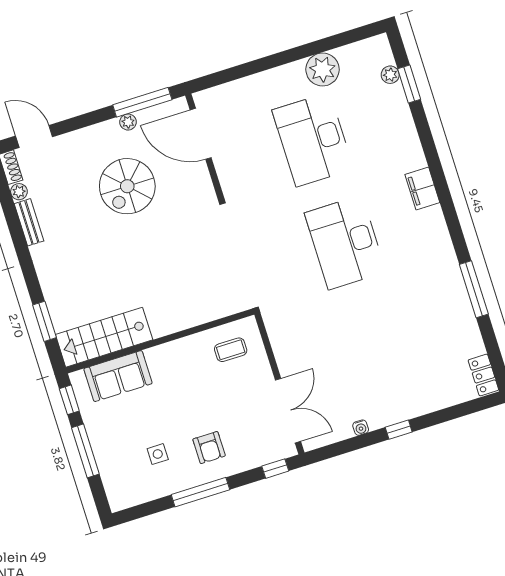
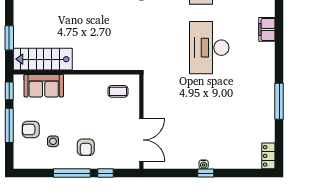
water cooler: (361, 428) -> (204, 164), moved
armchair: (119, 447) -> (31, 130), added
window: (275, 469) -> (106, 173), moved

